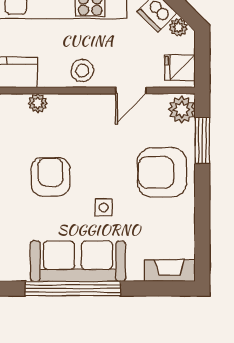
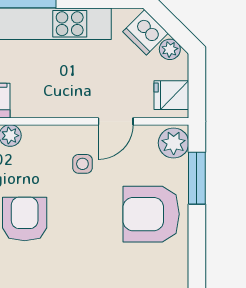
stool: (82, 71) -> (61, 99), removed
side table: (104, 207) -> (82, 164), moved

